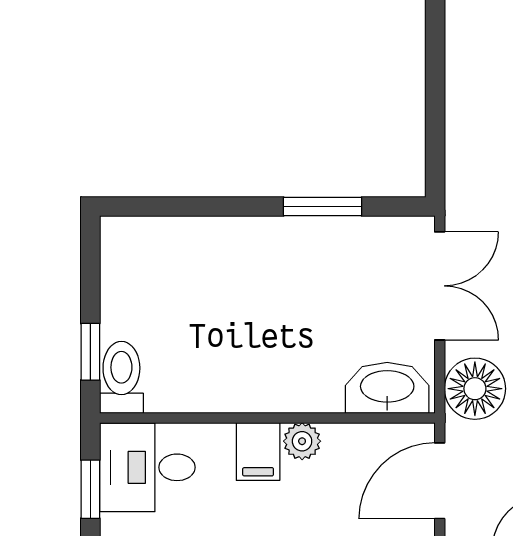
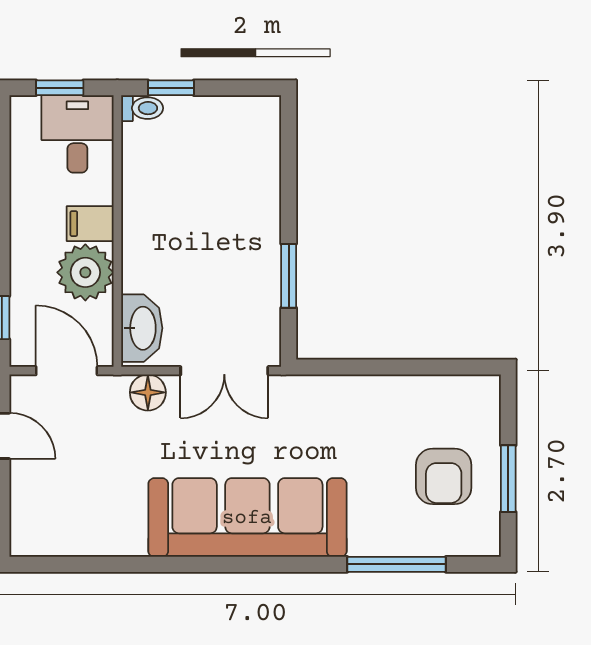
toilet: (121, 377) -> (142, 108), width x0.73, depth x0.72
floor lamp: (475, 389) -> (148, 392), width x0.73, depth x0.73
plant: (302, 441) -> (85, 272), width x1.87, depth x1.87

